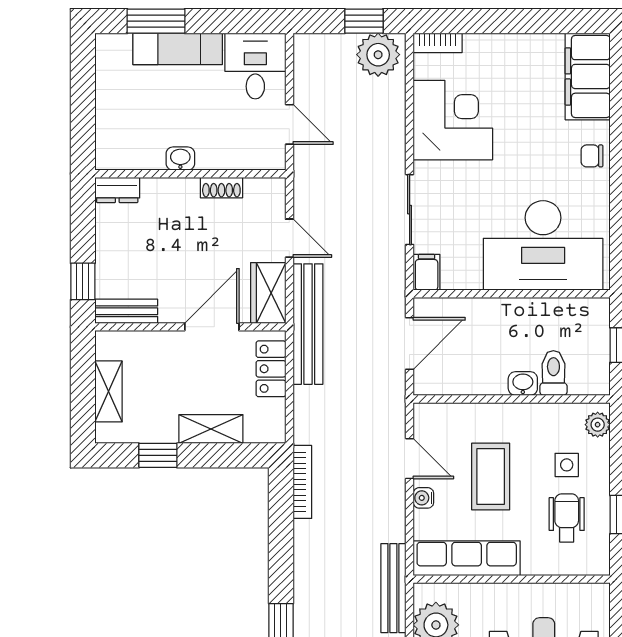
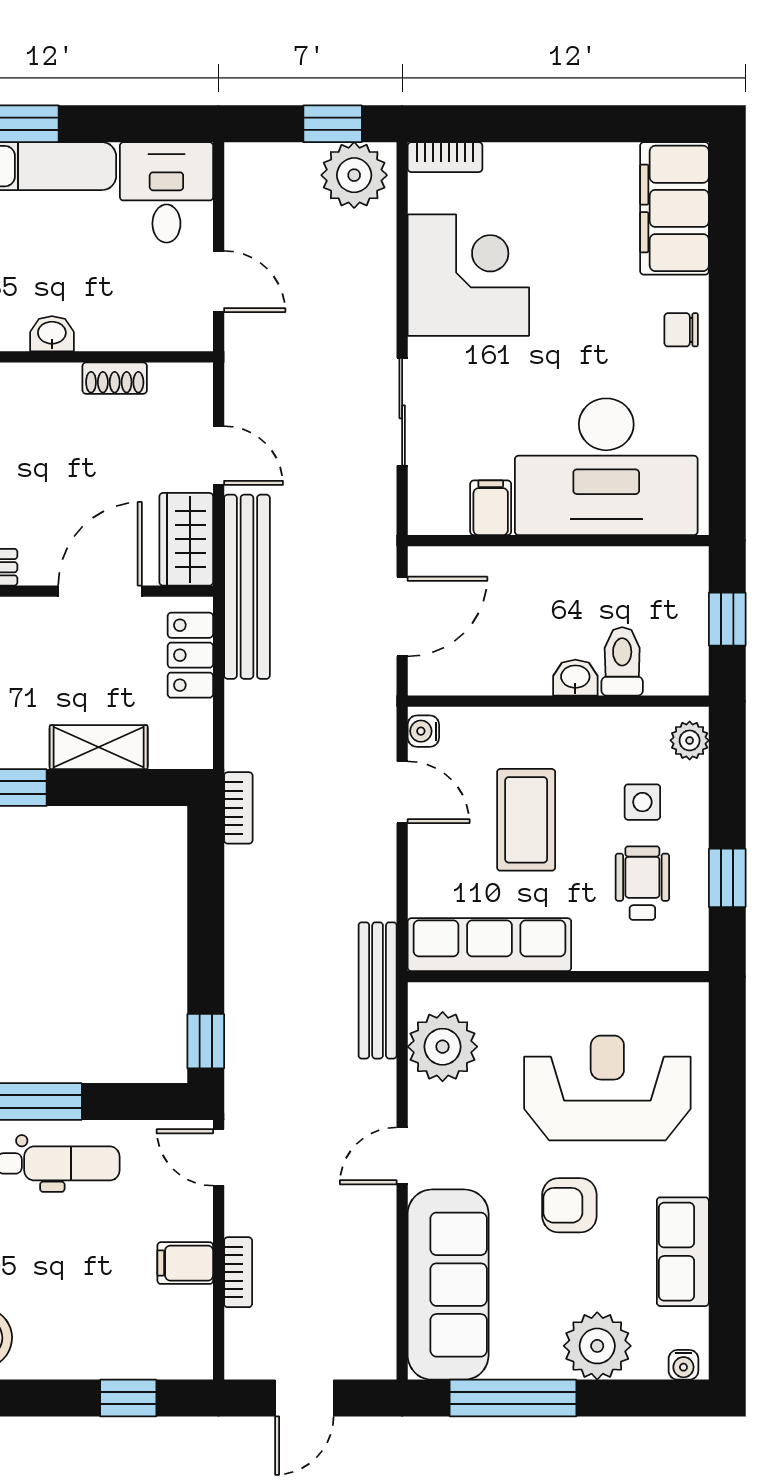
filing cabinet: (427, 272) -> (491, 508), moved
bookcase: (302, 482) -> (238, 808), width x0.64
water cooler: (423, 498) -> (423, 731), moved

